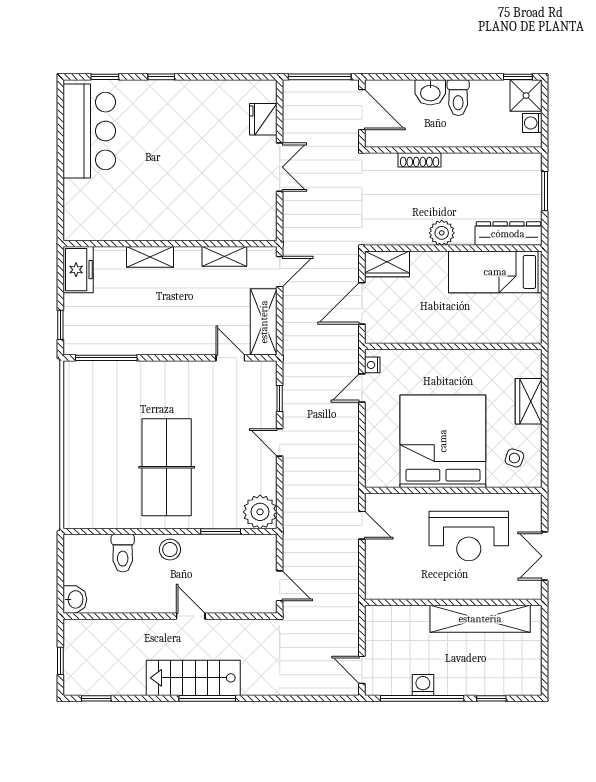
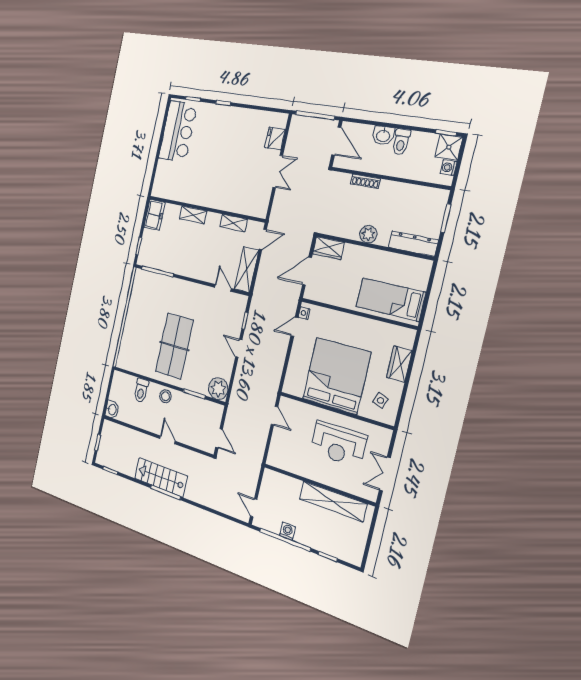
bed: (495, 272) -> (391, 300), moved

